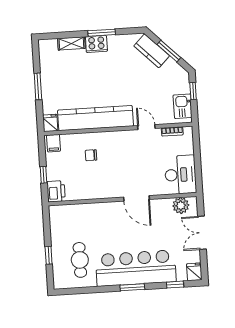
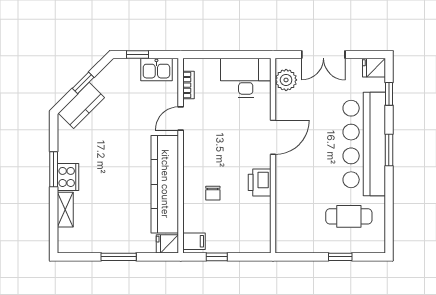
window: (169, 51) -> (83, 83), width x0.67
window: (44, 175) -> (217, 257), moved
printer: (56, 191) -> (260, 182), moved, turned -90

